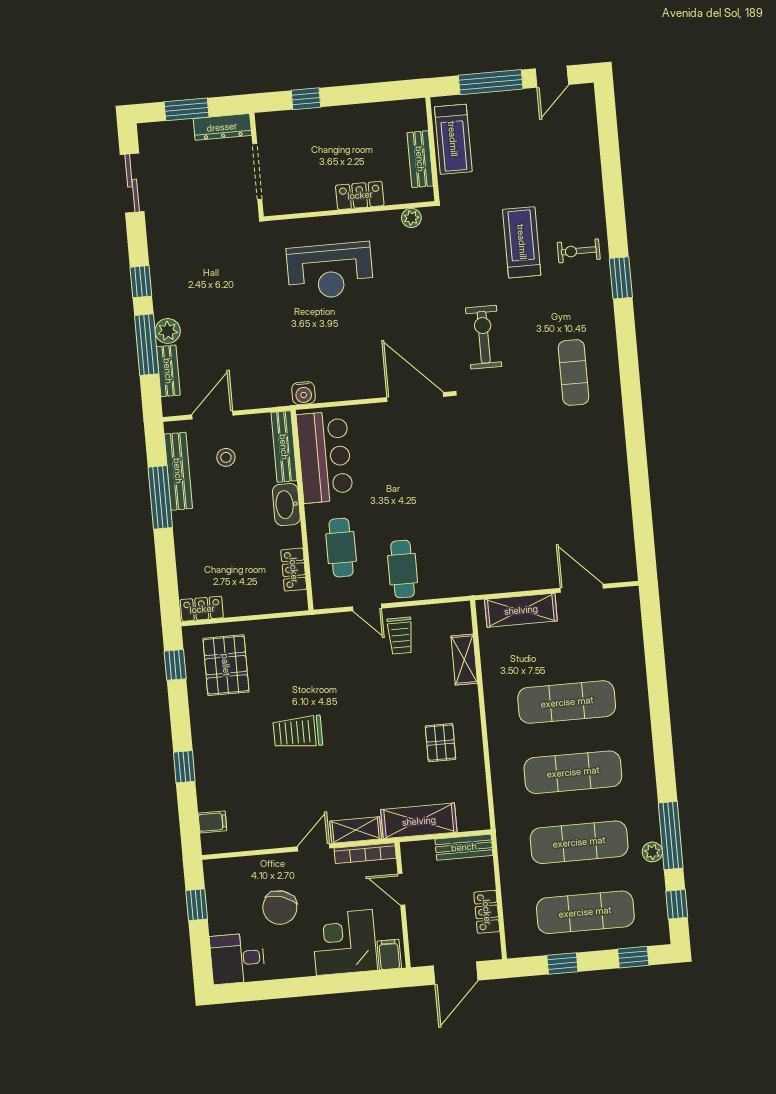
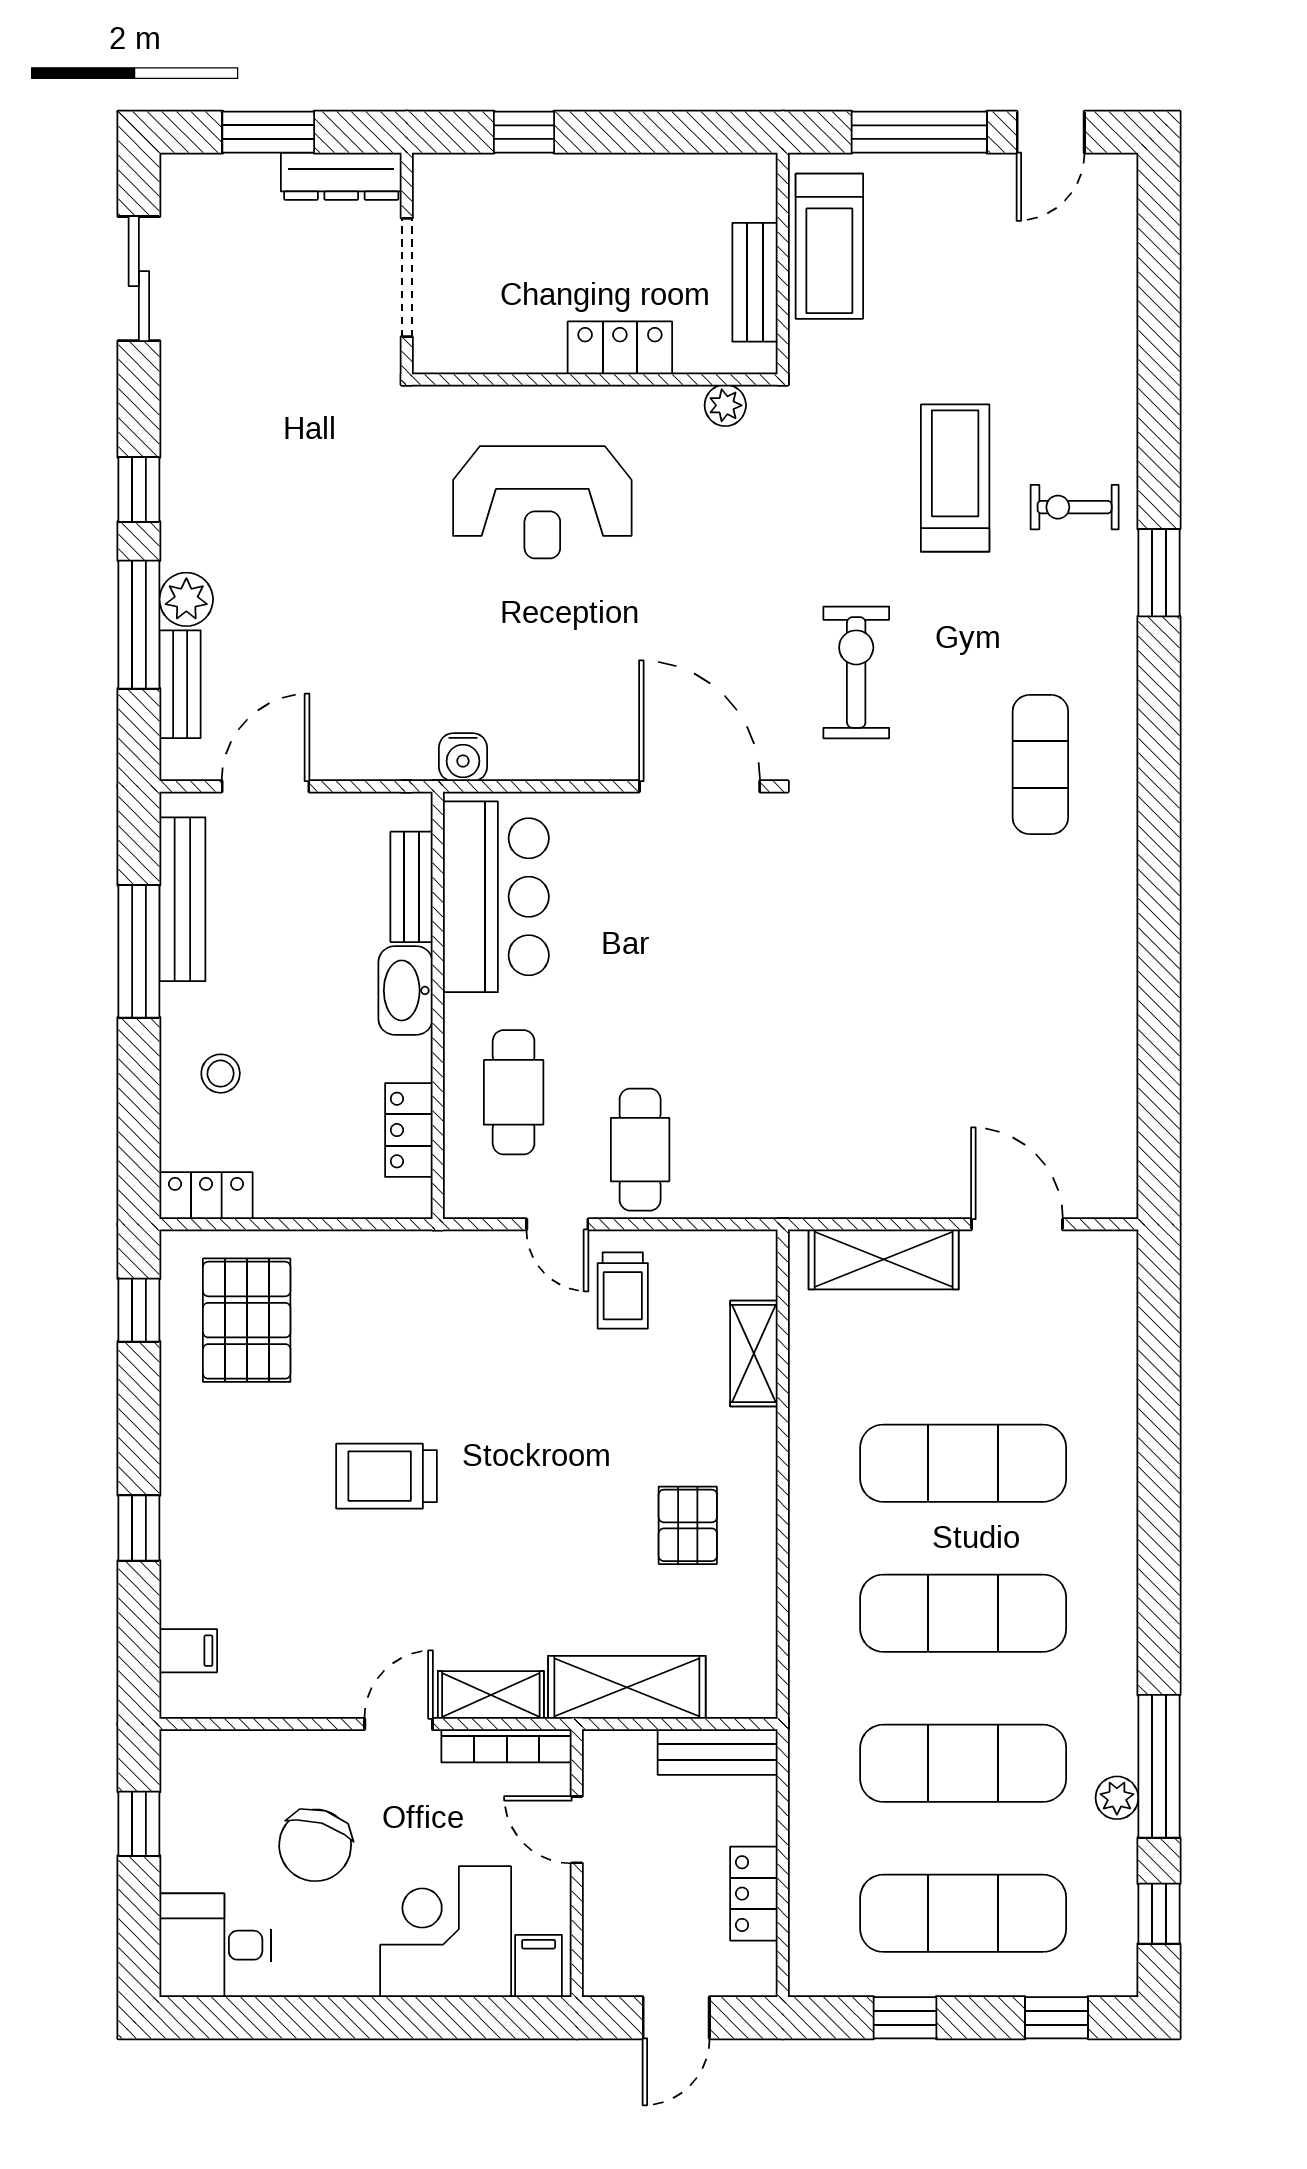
bench: (284, 447) -> (411, 887), width x0.73
stool: (226, 457) -> (221, 1074), moved
door: (456, 973) -> (676, 2018), width x0.73

